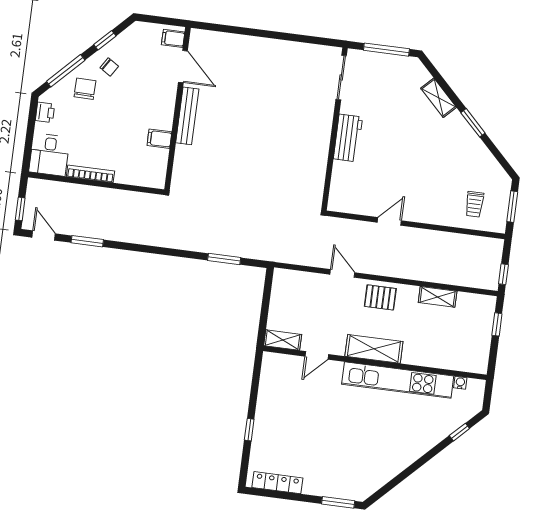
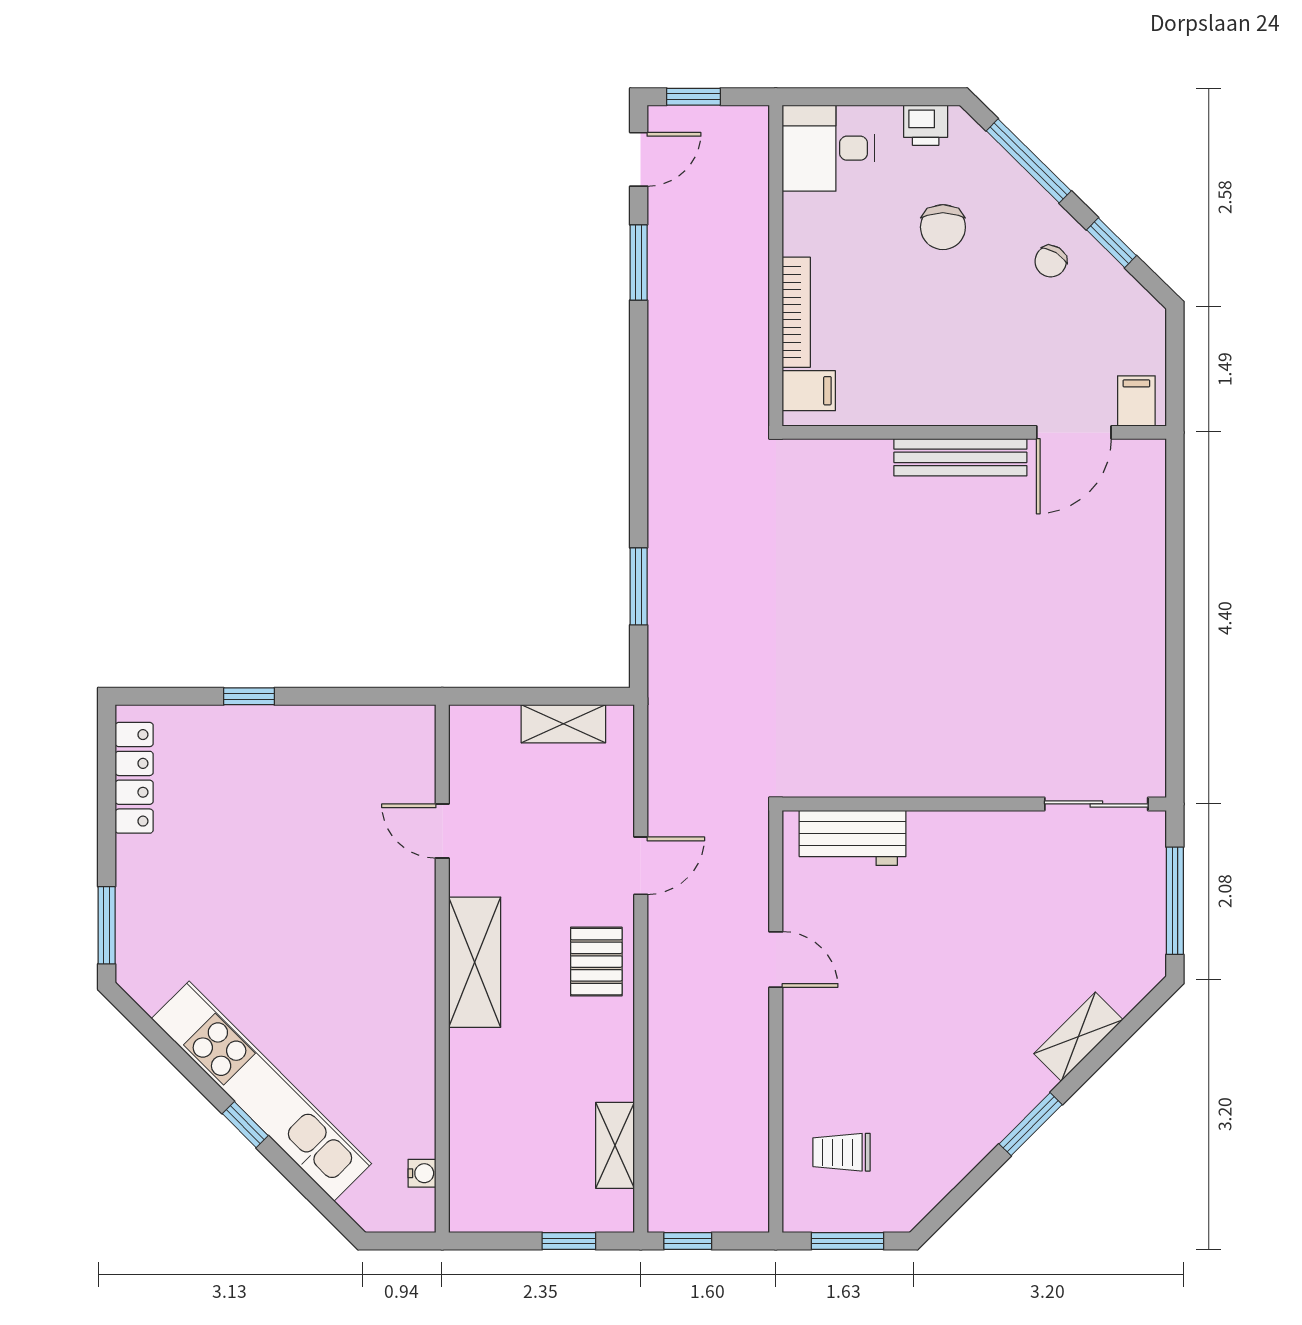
chair: (85, 89) -> (943, 227), moved, turned 89
workbench: (348, 138) -> (853, 838), moved
filing cabinet: (159, 139) -> (809, 391), moved, turned 90
bookcase: (90, 174) -> (796, 312), moved
shelving: (438, 297) -> (615, 1145), moved
shelving: (283, 340) -> (563, 724), moved, turned 90
kitchen unit: (398, 380) -> (261, 1091), moved, turned 135
window: (459, 432) -> (245, 1125), moved

